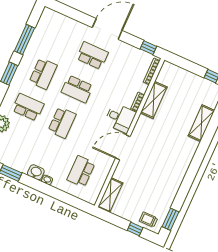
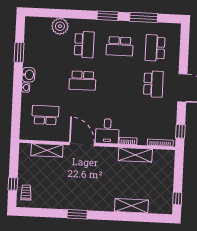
school desk: (77, 89) -> (155, 48), moved
shelving: (110, 195) -> (47, 150), moved
window: (170, 219) -> (77, 214), moved

